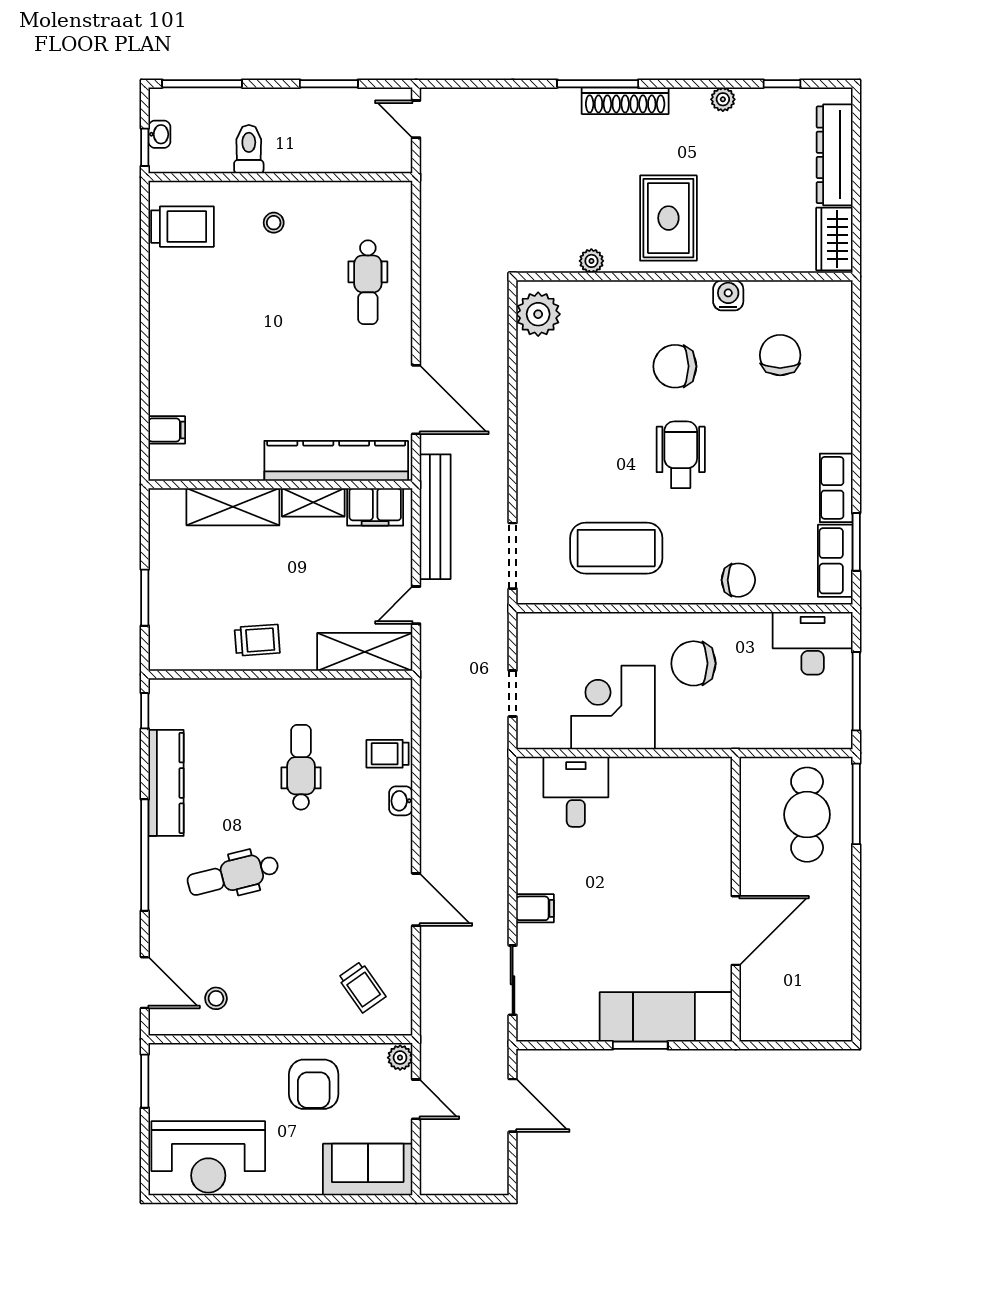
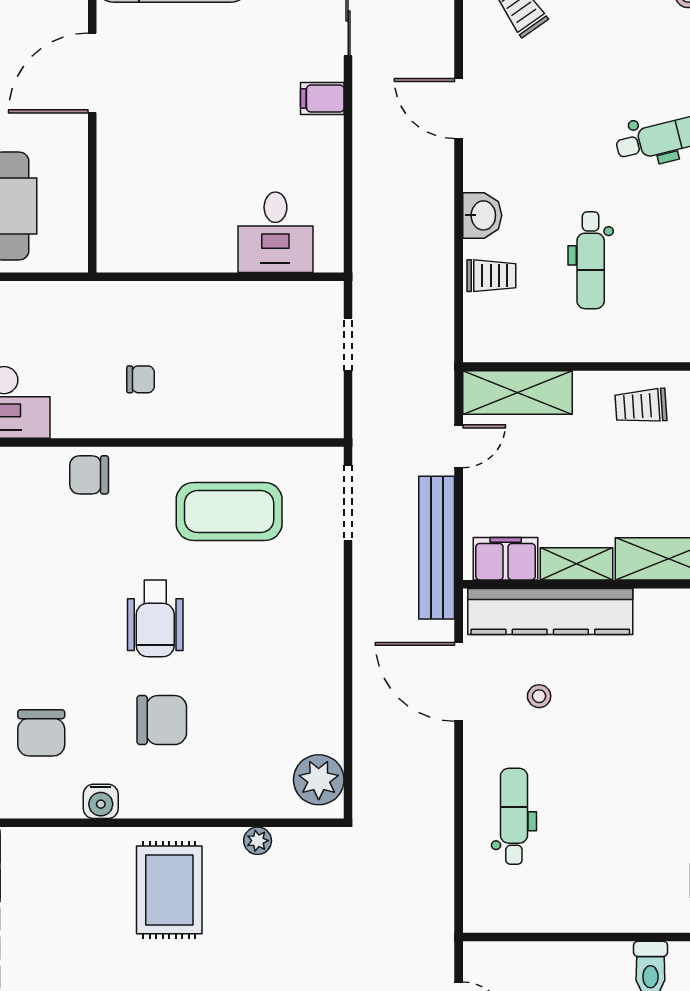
stool: (274, 223) -> (539, 696), moved
chair: (693, 663) -> (141, 379), width x0.54, depth x0.54
corner desk: (613, 707) -> (233, 329), removed
washbasin: (401, 801) -> (482, 215), width x1.38, depth x1.45

